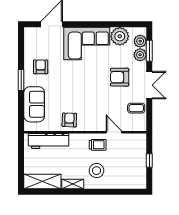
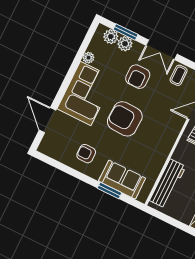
plant: (120, 36) -> (88, 58), width x0.53, depth x0.53
window: (21, 80) -> (110, 190), moved
double door: (149, 85) -> (161, 50), swing flipped
armchair: (69, 120) -> (125, 119), moved, width x1.88, depth x1.88

